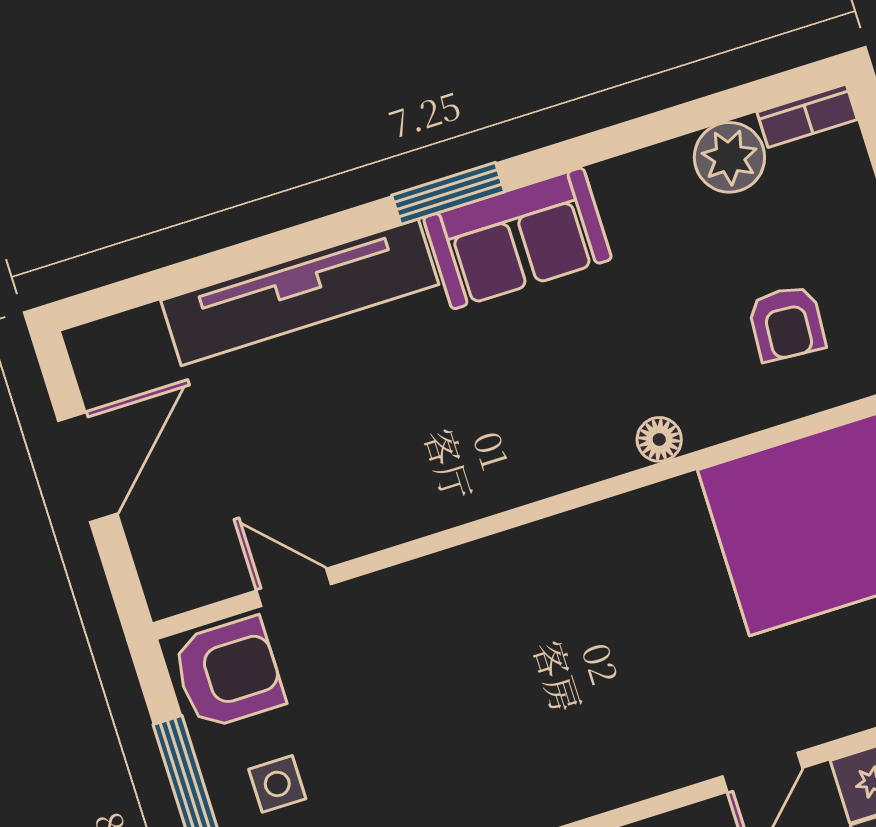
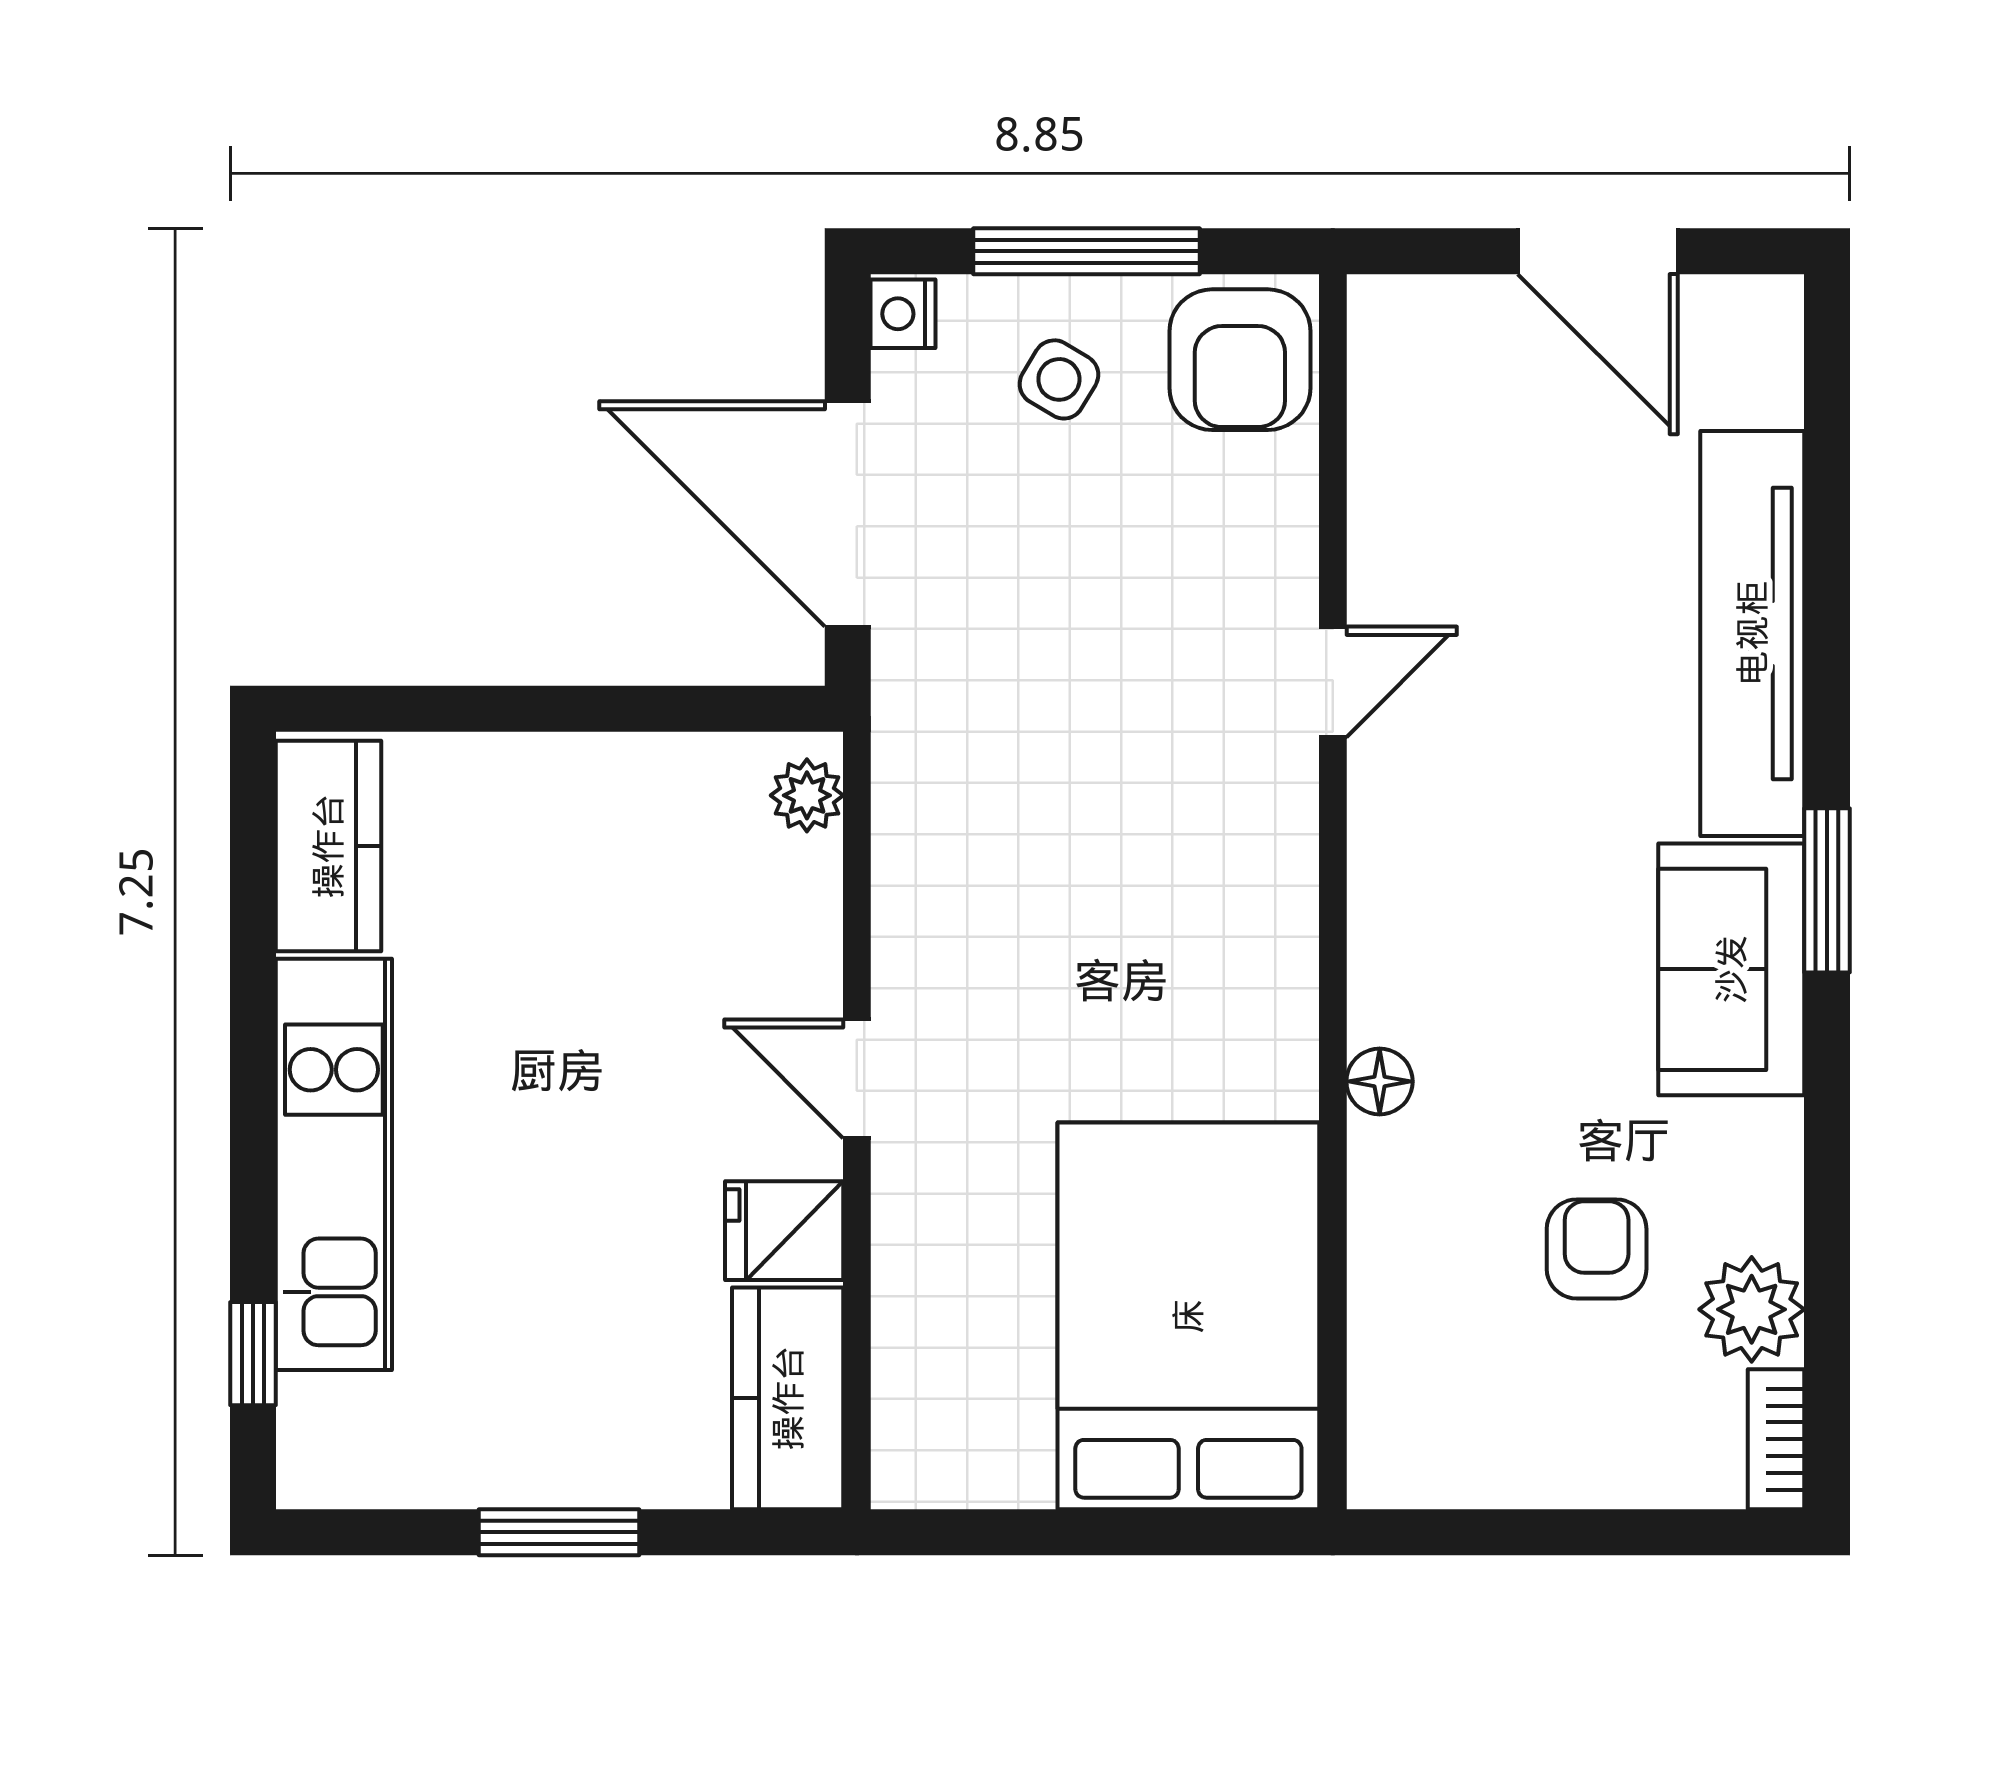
armchair: (787, 323) -> (1597, 1249), moved, turned 86
door: (294, 587) -> (1333, 682), moved
side table: (277, 784) -> (1059, 379), turned 31

